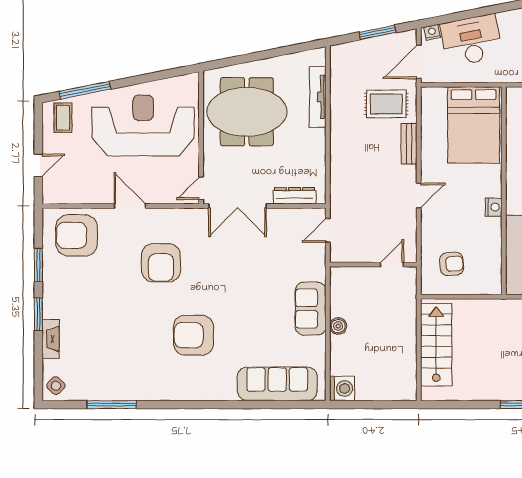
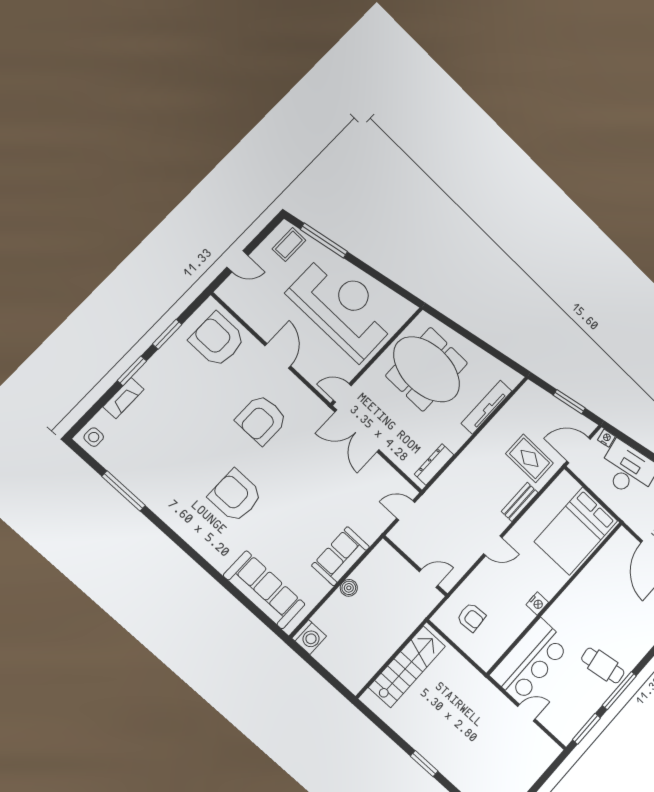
dresser: (294, 196) -> (434, 464), moved, turned -90
side table: (56, 386) -> (94, 437), turned 45

